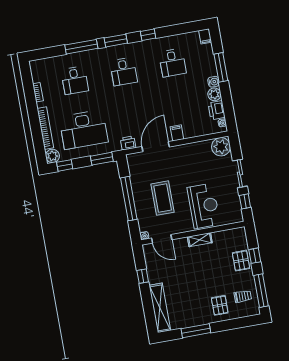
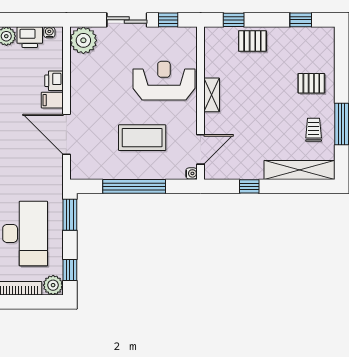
printer: (128, 143) -> (54, 81), moved
window: (255, 256) -> (234, 20), moved
window: (261, 291) -> (301, 20), width x0.46
trolley: (243, 296) -> (314, 130), moved

